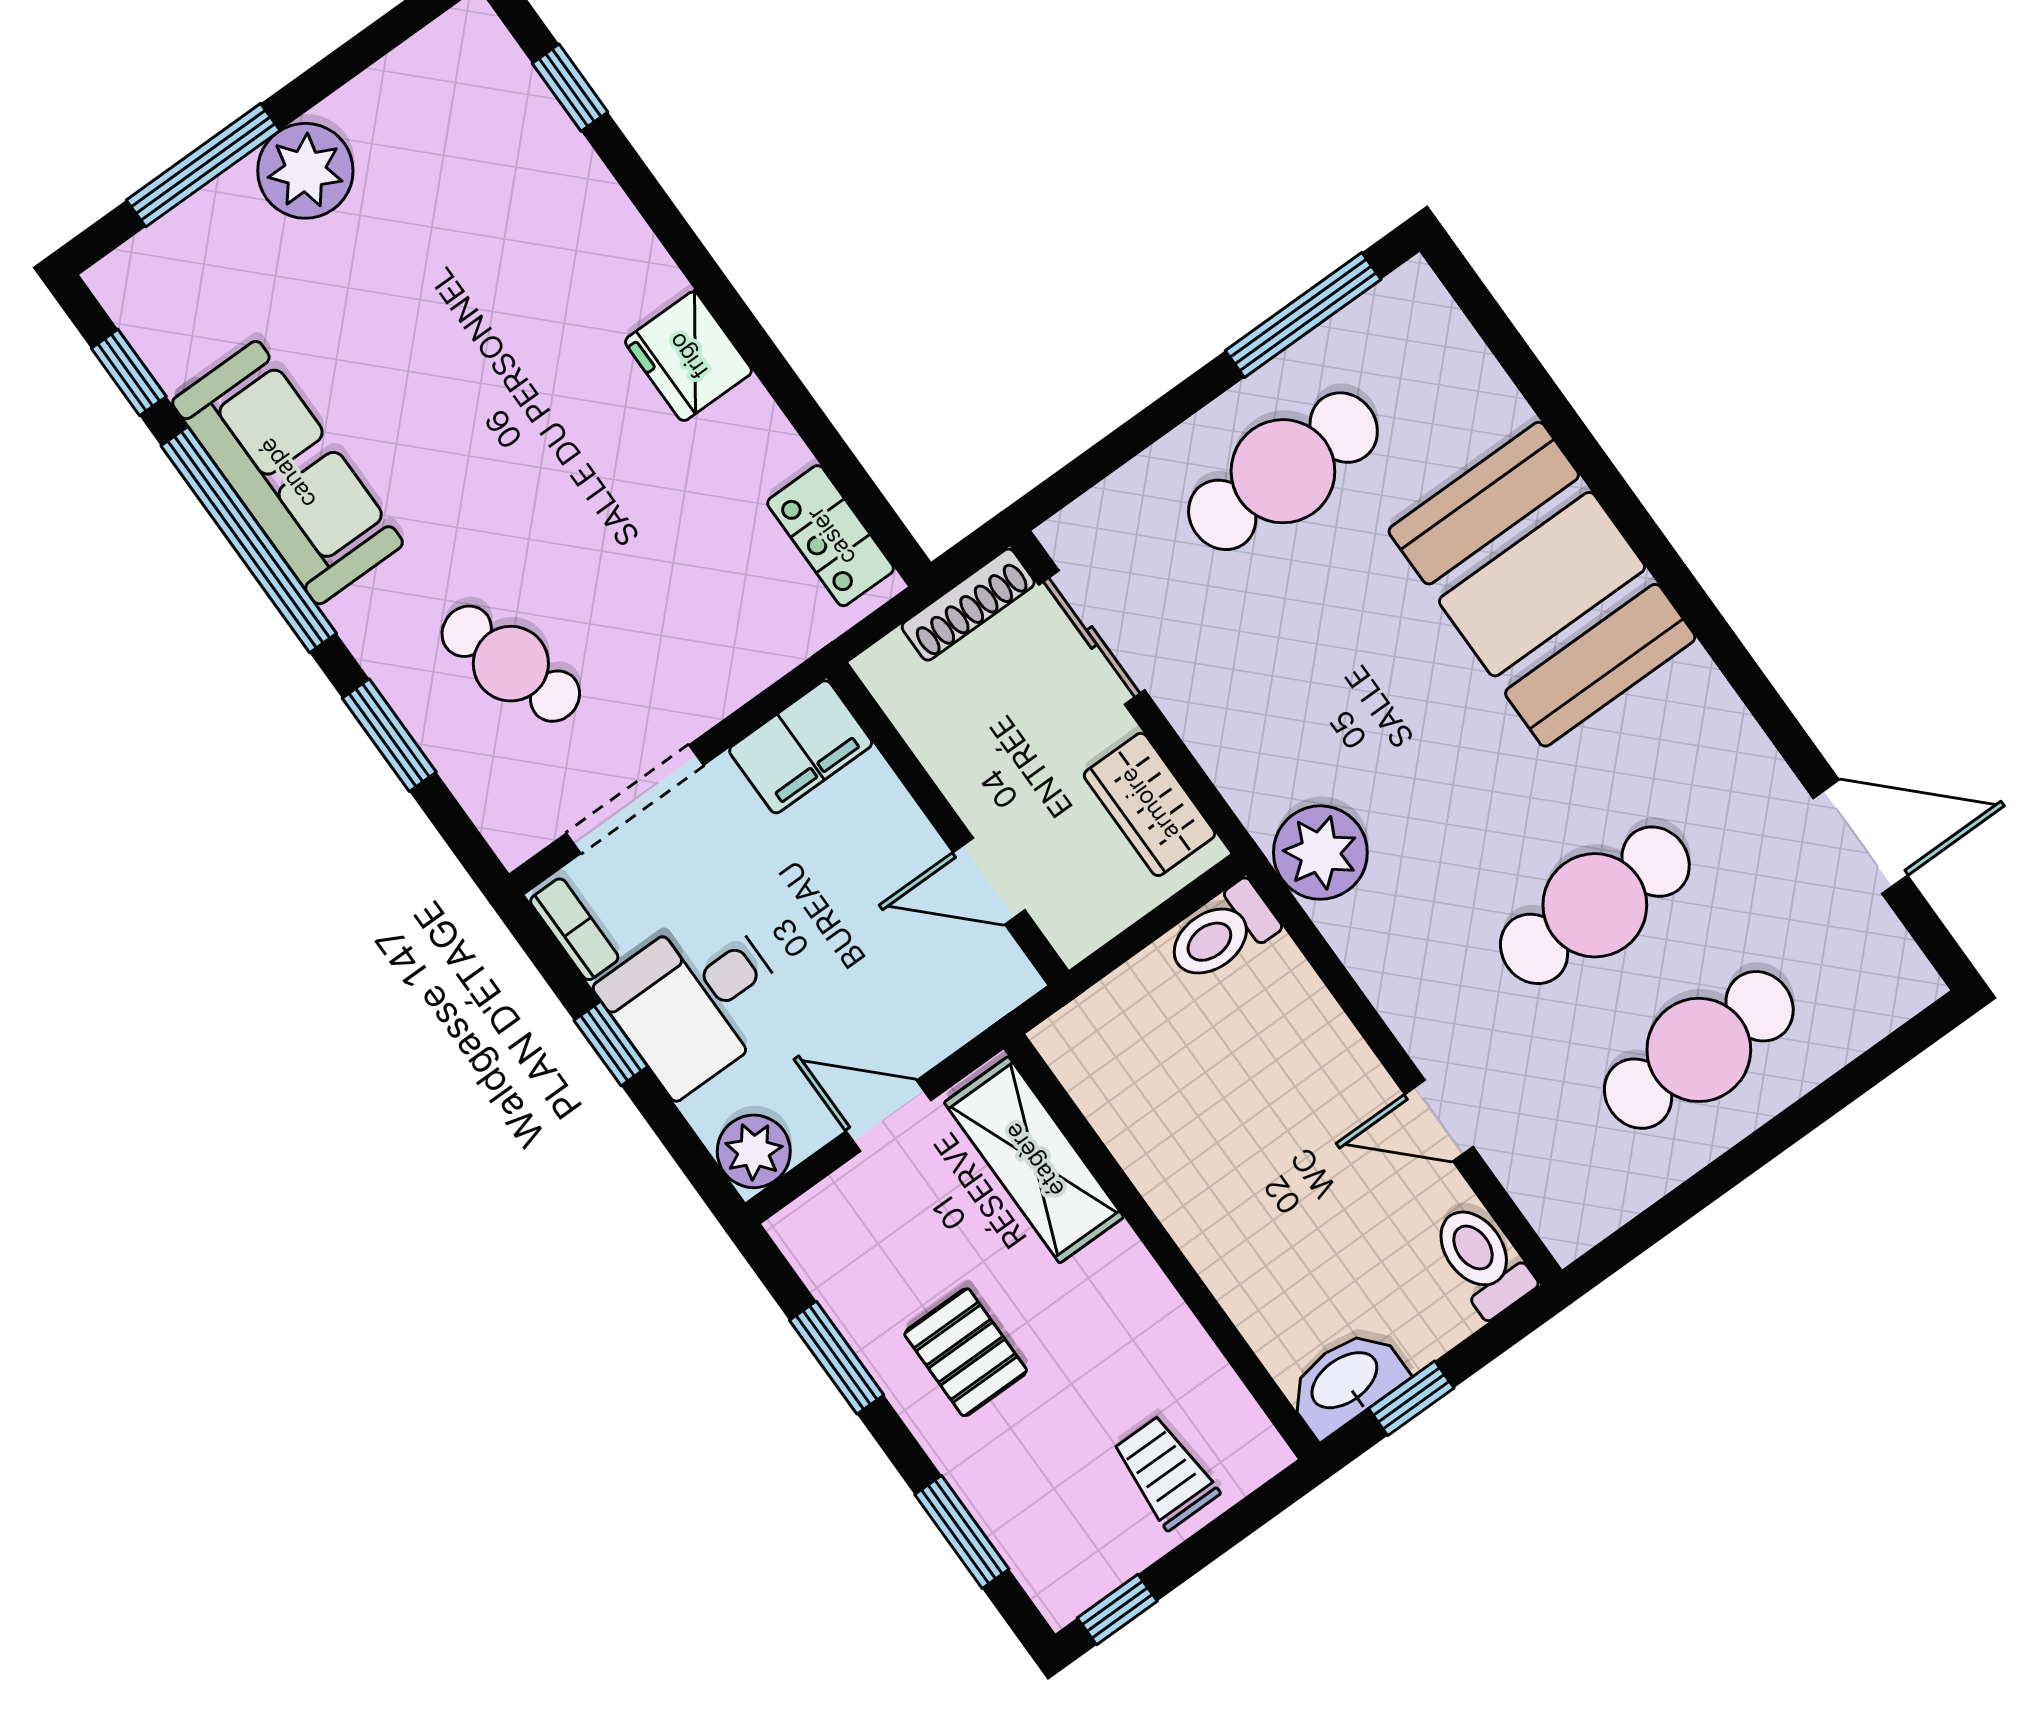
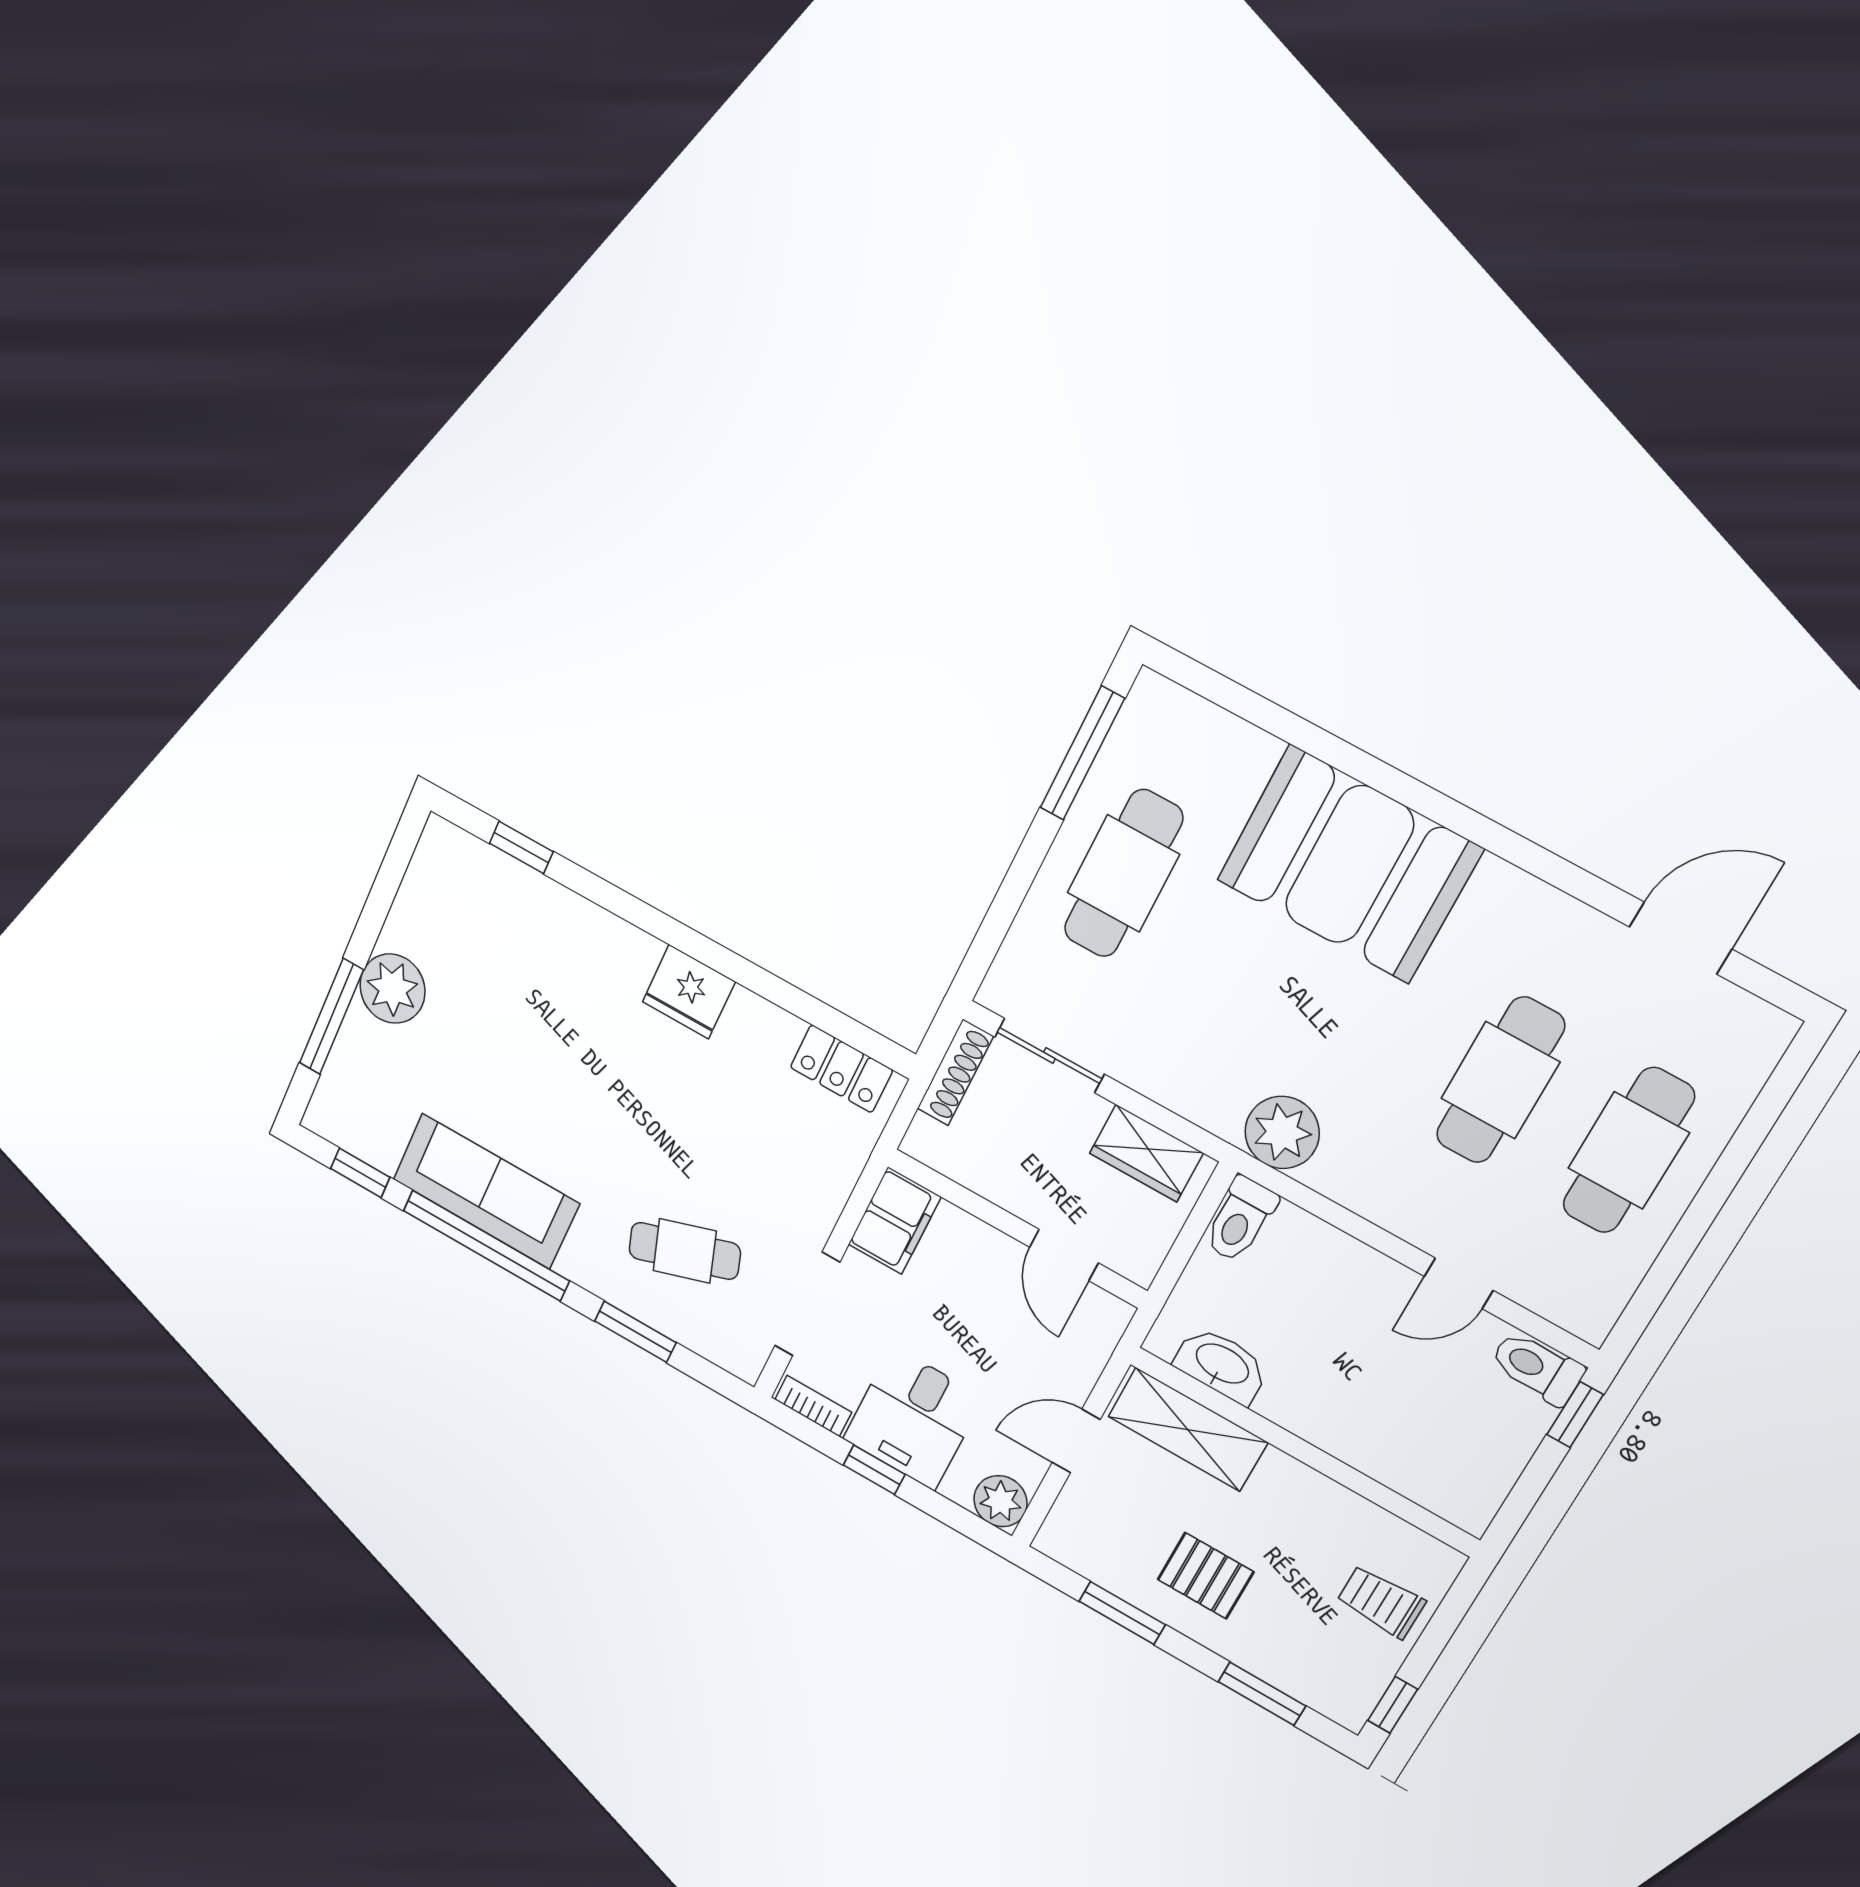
door: (989, 881) -> (1064, 1255), hinge flipped
washbasin: (1346, 1382) -> (1222, 1365), moved, turned 90
window: (1411, 1398) -> (1575, 1415), moved

